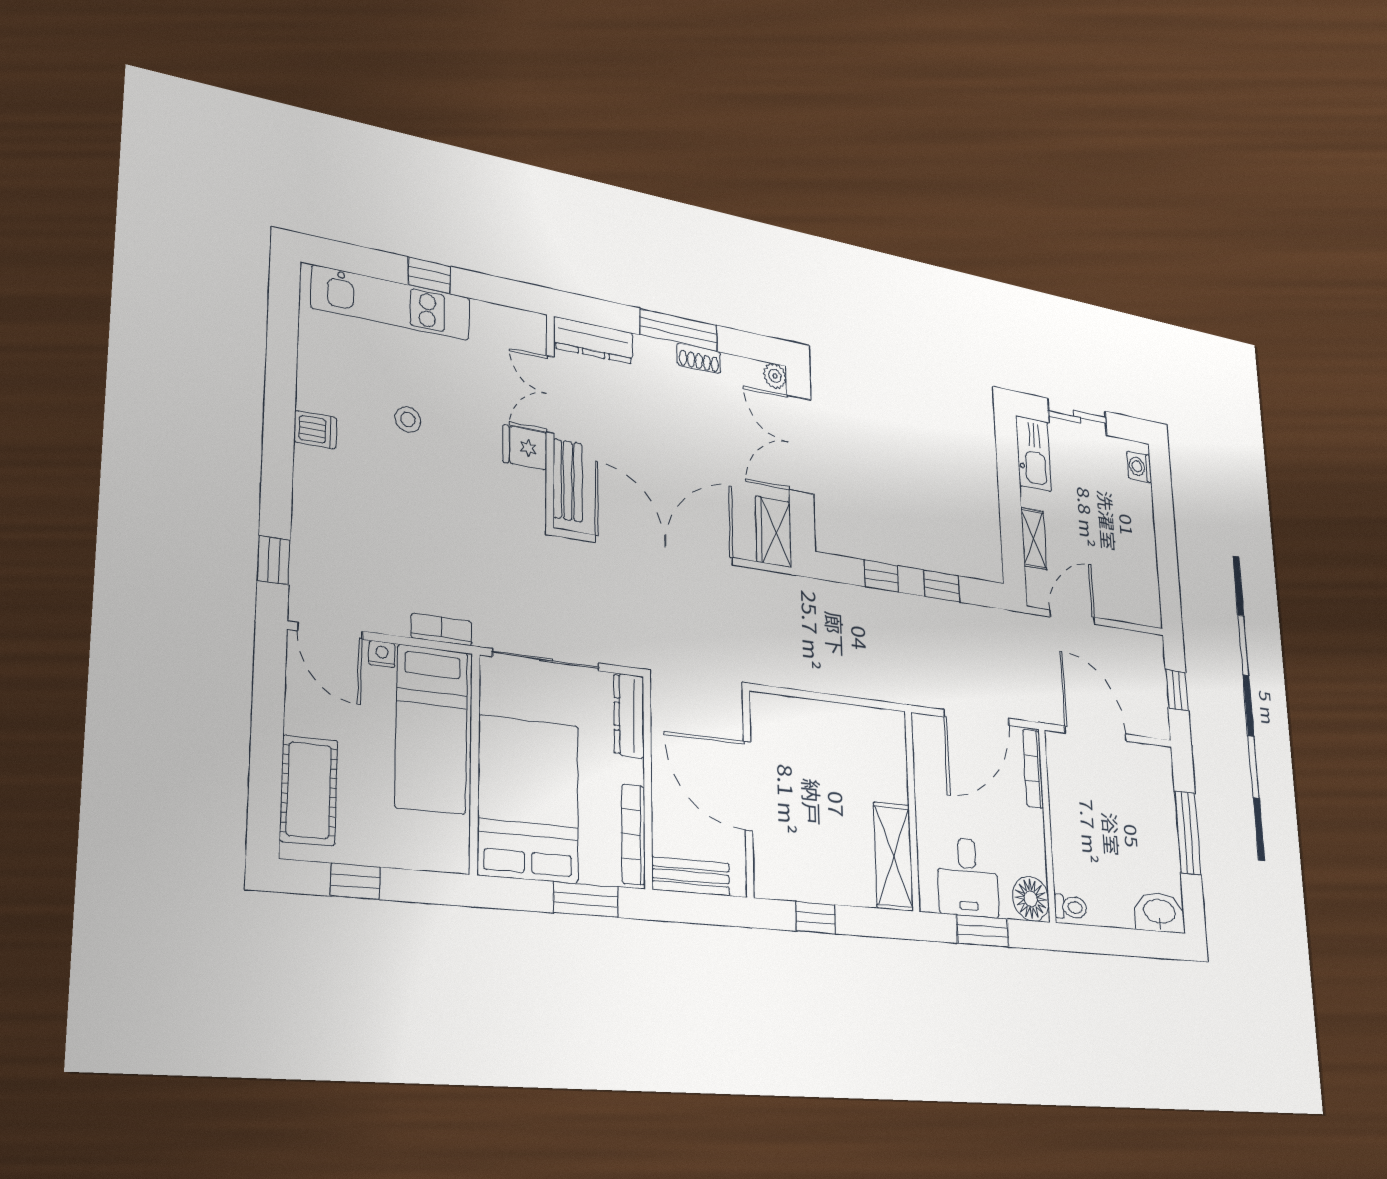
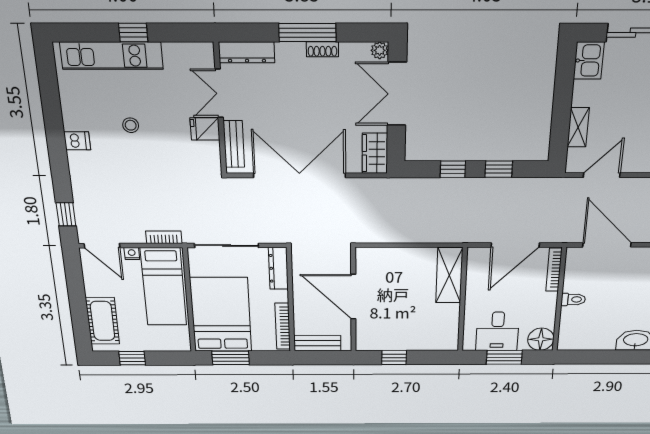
kitchen sink: (1034, 454) -> (589, 60), width x0.73
shelving: (893, 857) -> (449, 275), moved
window: (586, 900) -> (231, 358), moved
toilet: (1071, 907) -> (573, 299), moved

